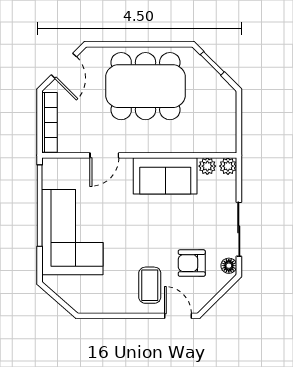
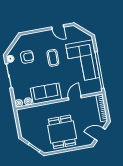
door: (64, 66) -> (100, 134), hinge flipped
dining table: (145, 86) -> (62, 132), width x0.73
coffee table: (150, 285) -> (53, 58), moved
door: (178, 316) -> (58, 27), moved

